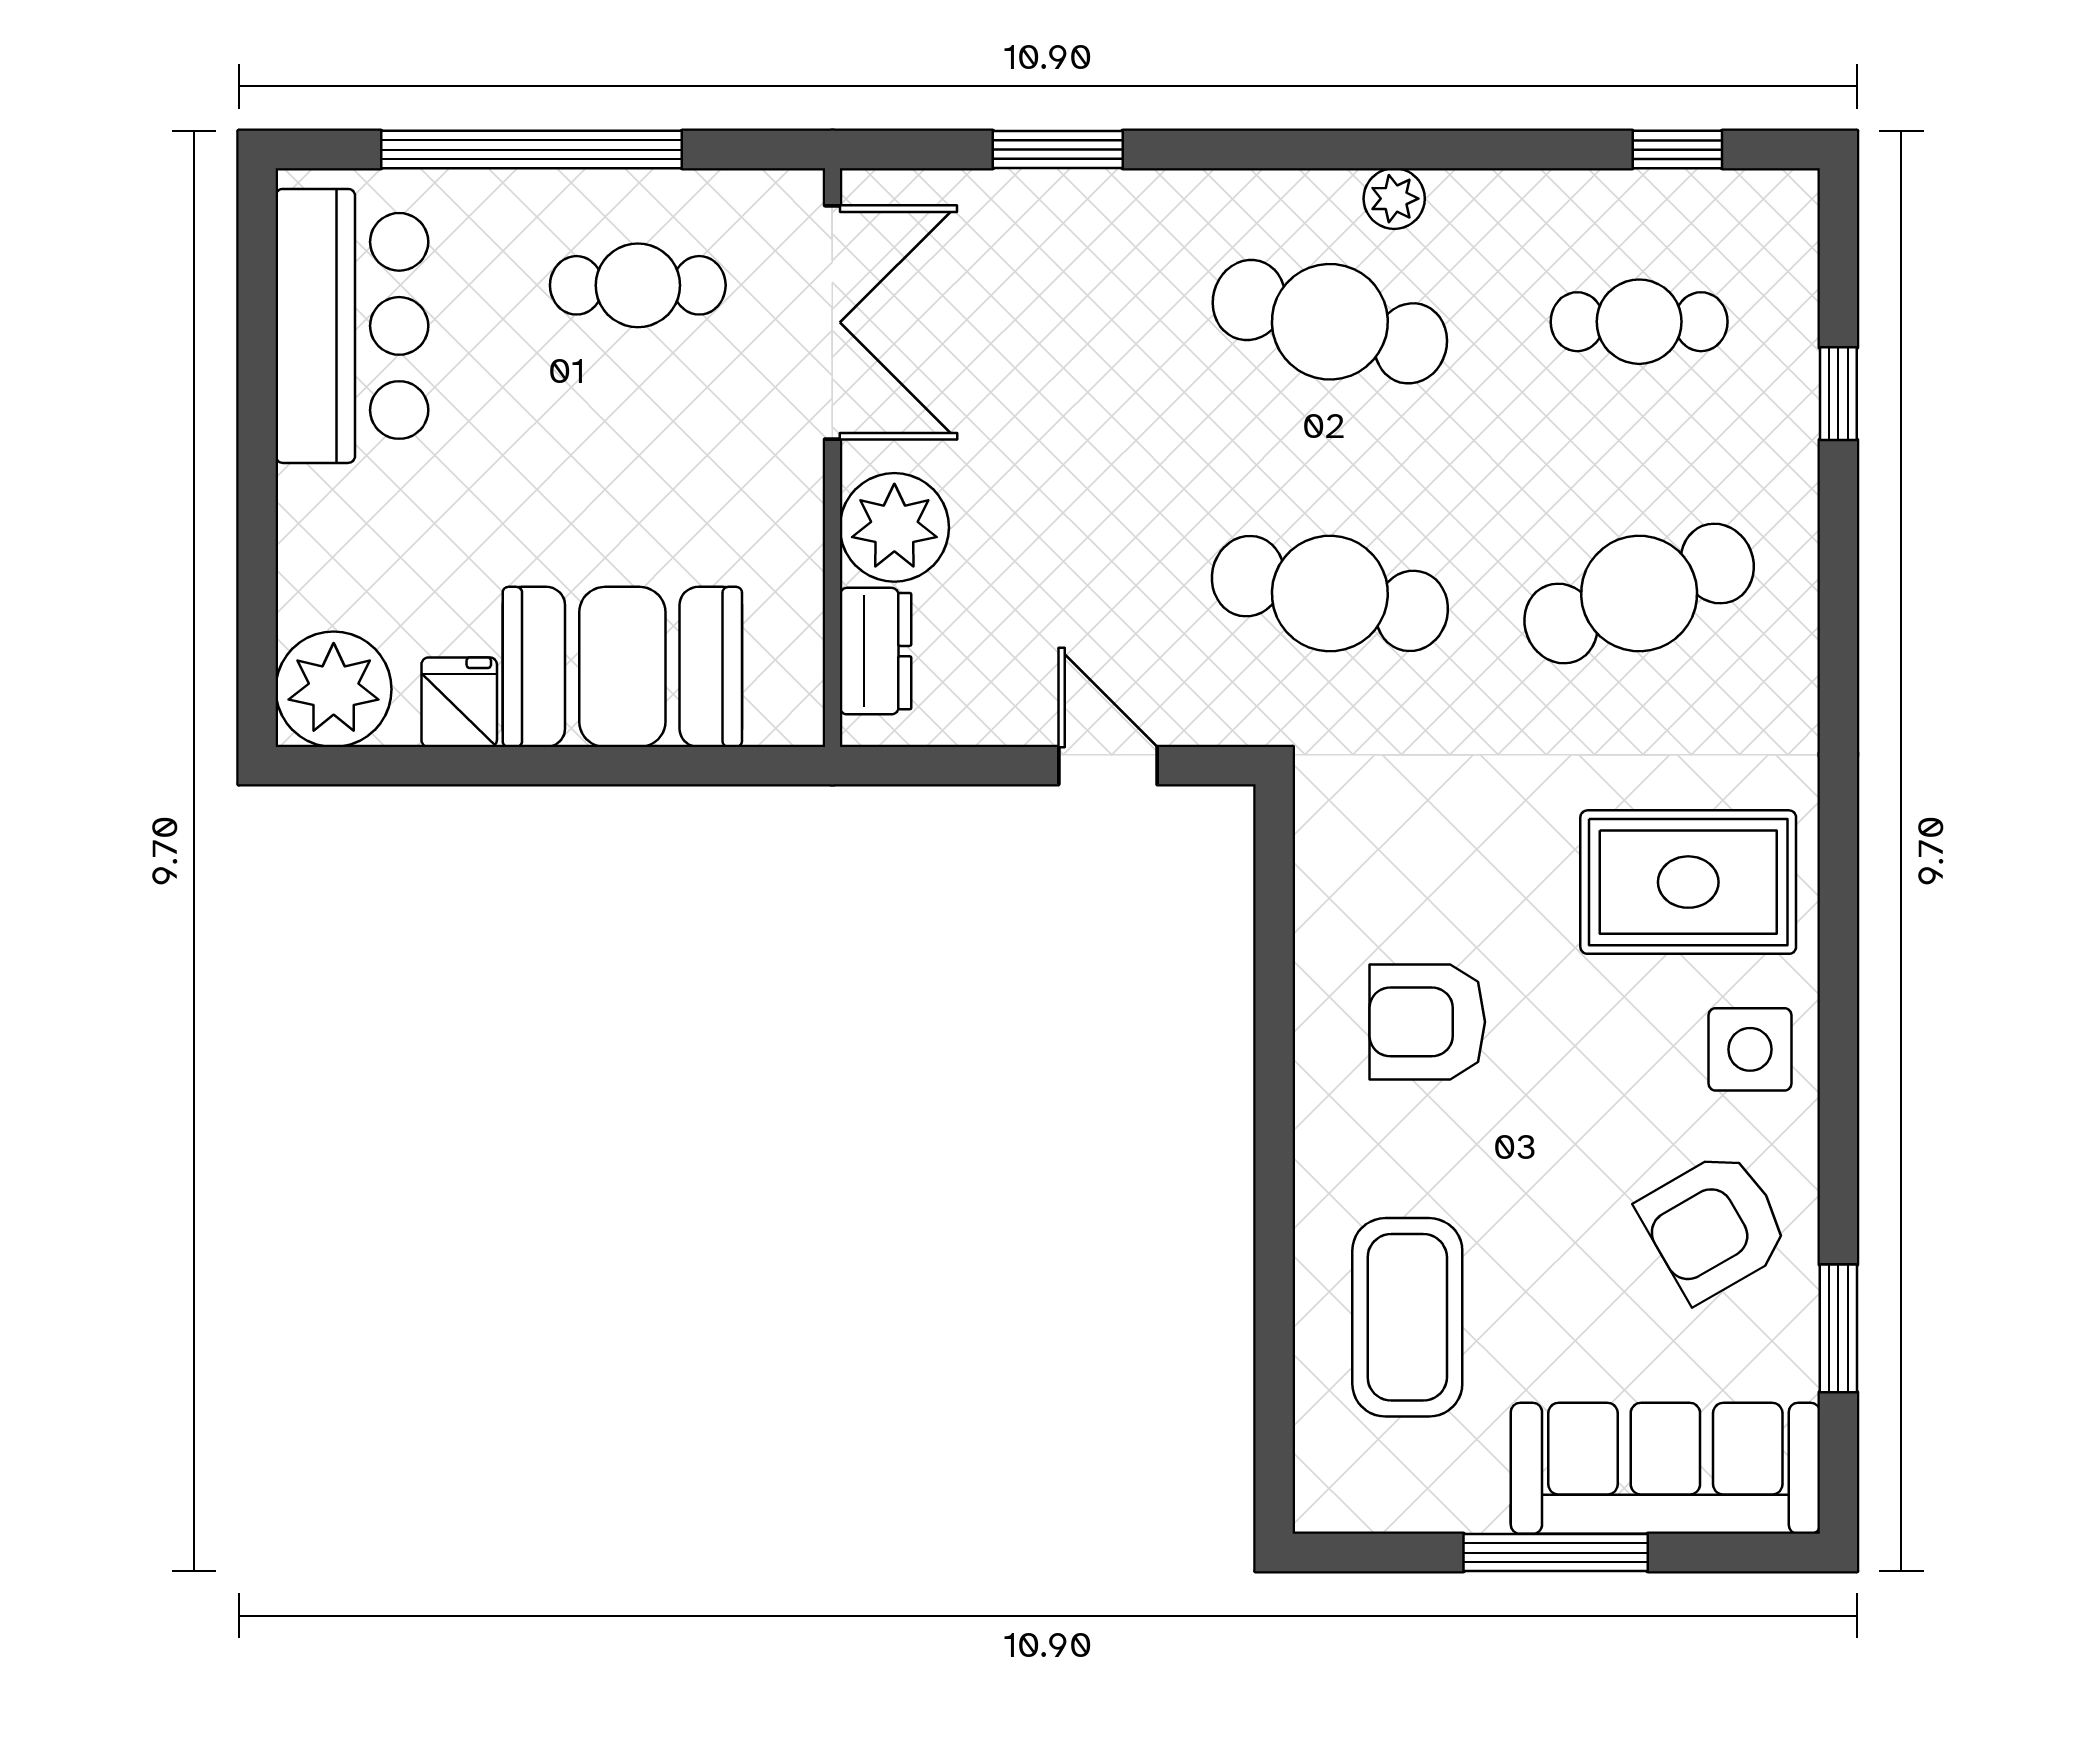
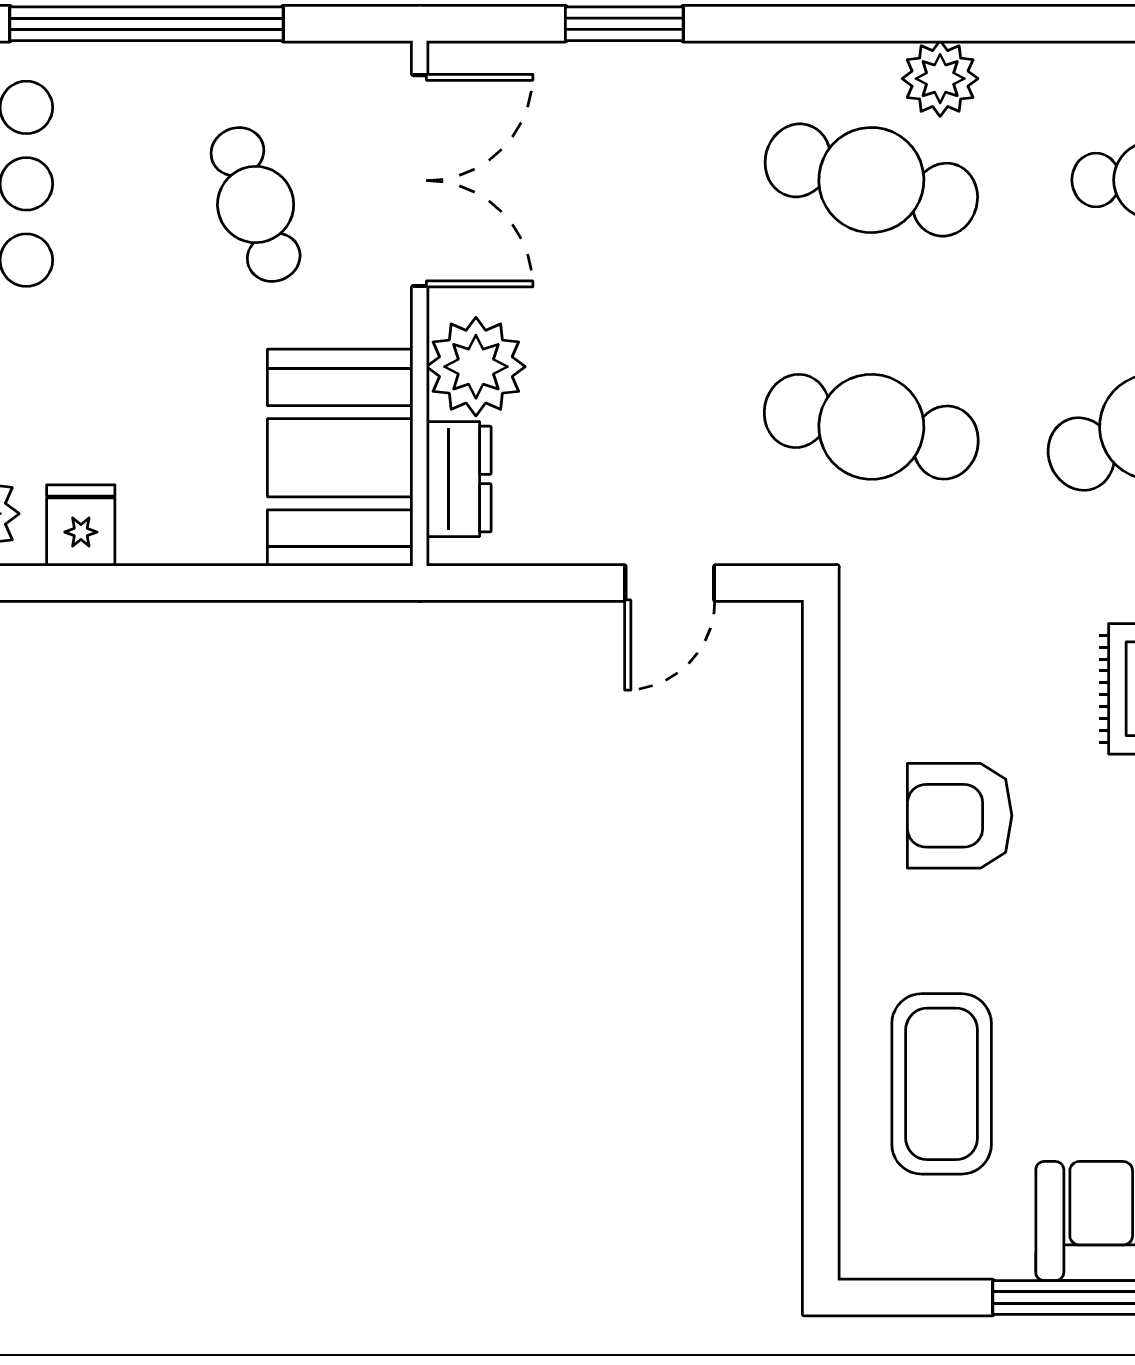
plant: (1394, 199) -> (940, 79), width x1.38, depth x1.38
cafe table: (638, 285) -> (256, 205), moved, turned 71
booth: (622, 667) -> (340, 458), moved, turned 90
door: (1108, 766) -> (670, 583), swing flipped

